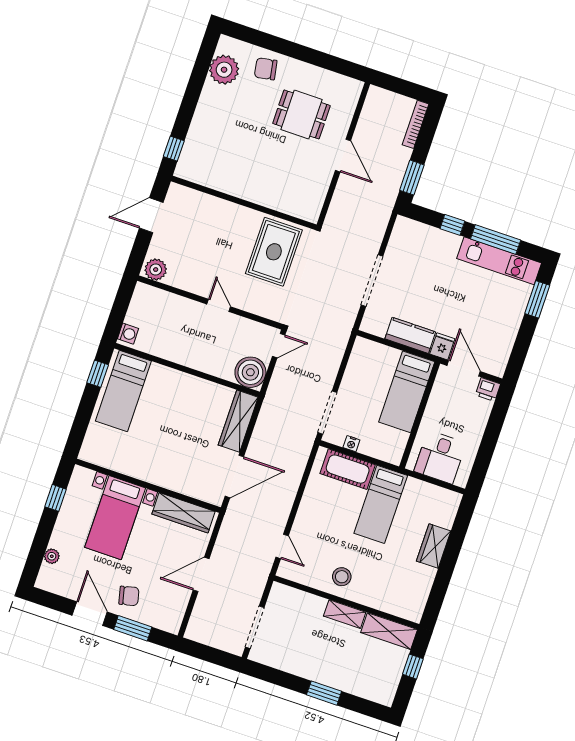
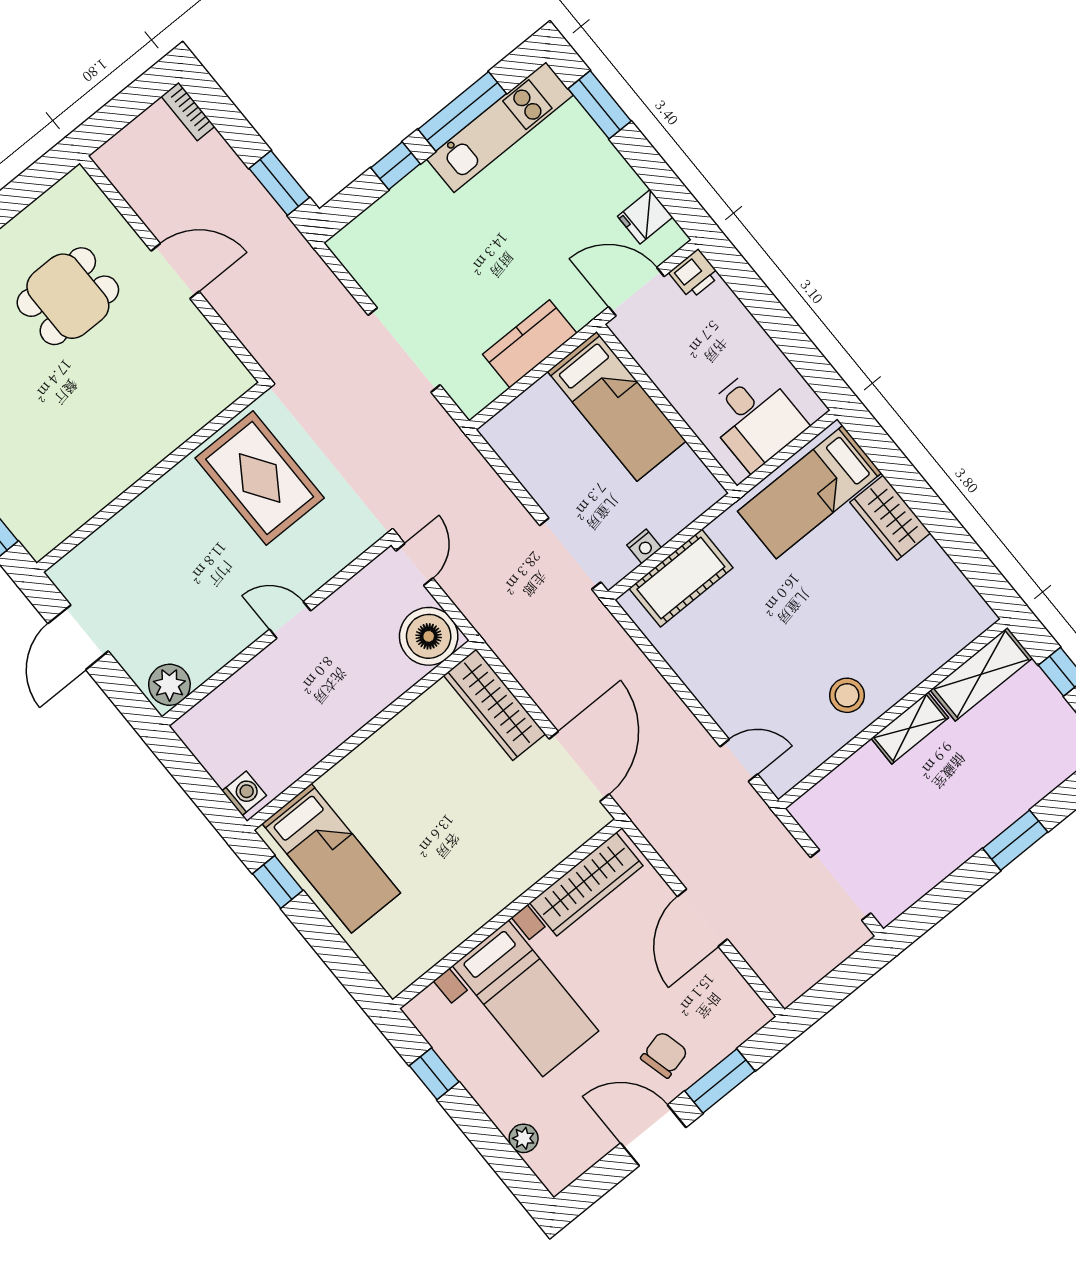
bookcase: (416, 124) -> (188, 111), width x0.64
fridge: (442, 346) -> (645, 217), moved, turned -90
bed: (381, 504) -> (809, 492), moved, turned 90

